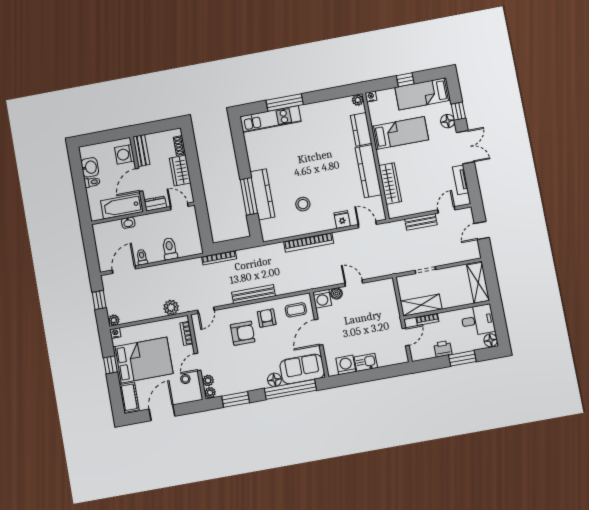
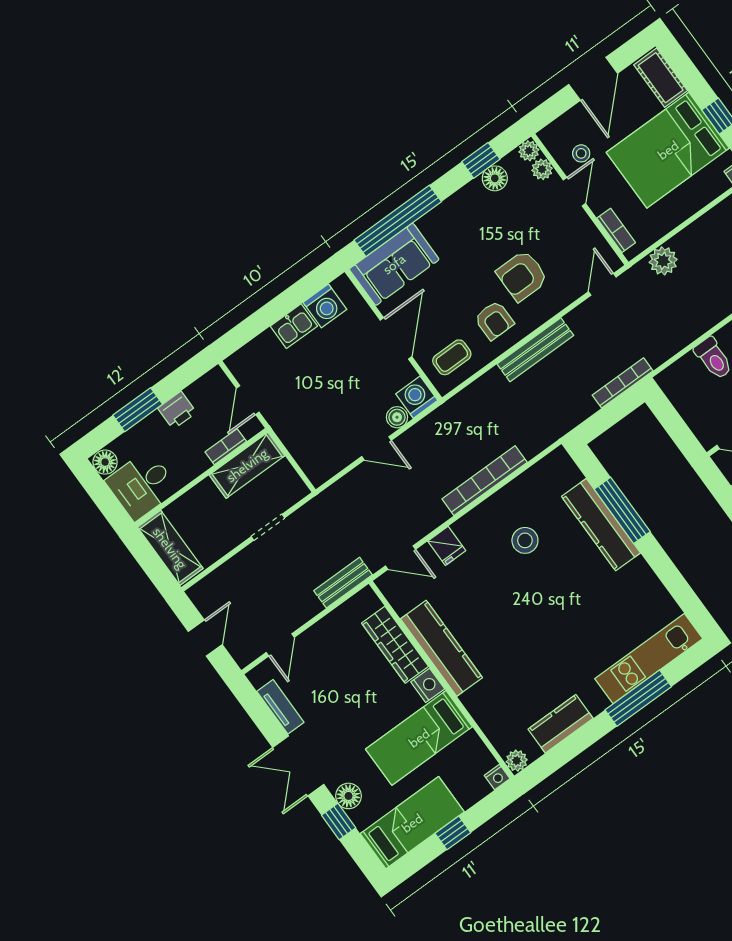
kitchen counter: (361, 129) -> (561, 724), moved, turned -90
nightstand: (384, 156) -> (428, 685), added
bench: (421, 222) -> (343, 583), moved
floor lamp: (274, 380) -> (495, 178), moved
window: (236, 399) -> (481, 160), width x0.67

